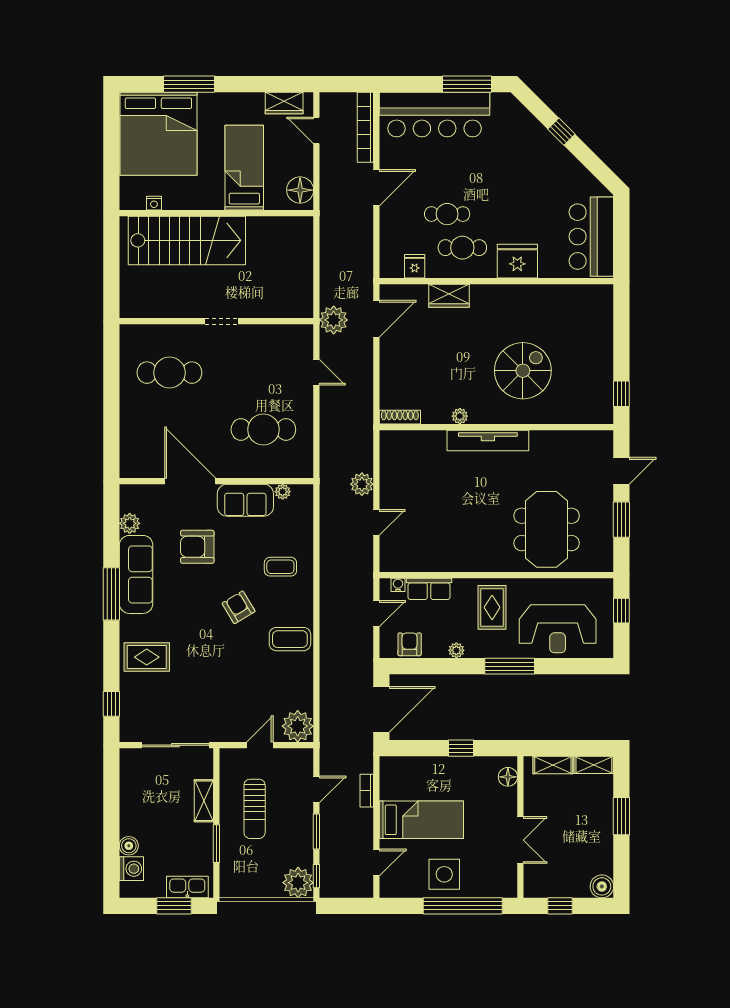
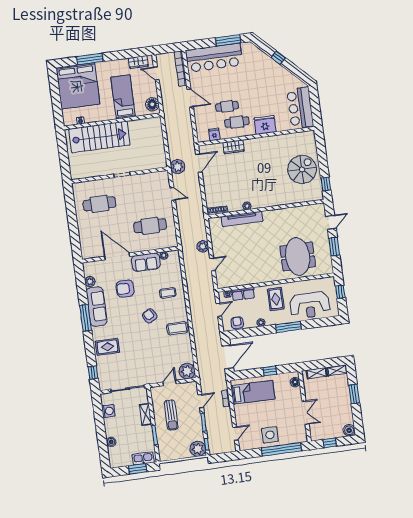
door: (376, 188) -> (190, 98), hinge flipped
spiral stairs: (523, 371) -> (302, 169), moved
tv unit: (488, 440) -> (242, 219), moved
bed: (421, 820) -> (253, 392), moved
washing machine: (131, 869) -> (108, 411), moved

